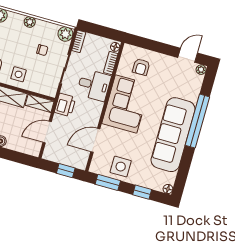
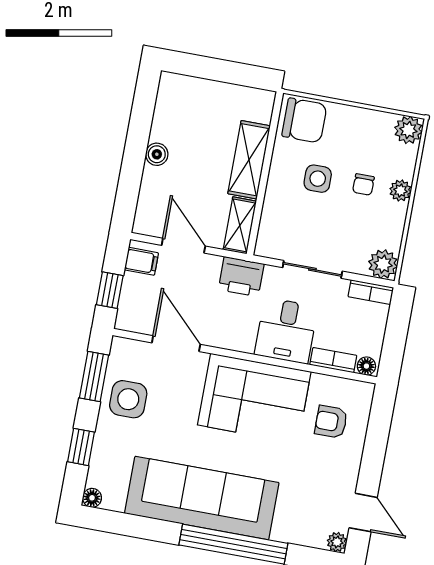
chair: (42, 50) -> (363, 185), moved
side table: (19, 74) -> (318, 179), moved
filing cabinet: (53, 154) -> (141, 261), added

